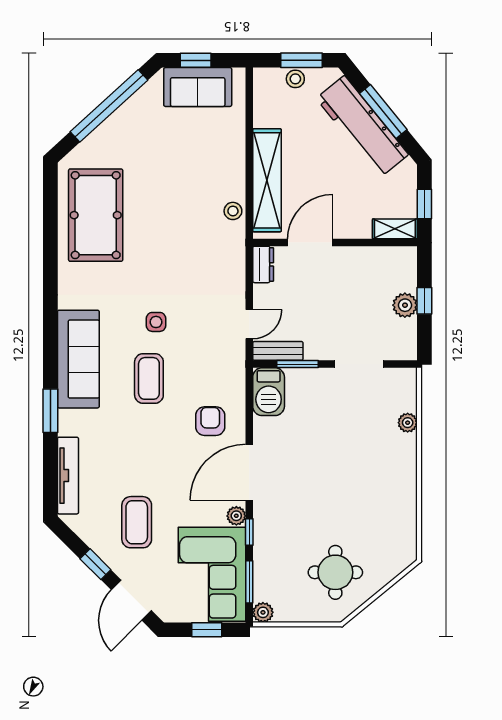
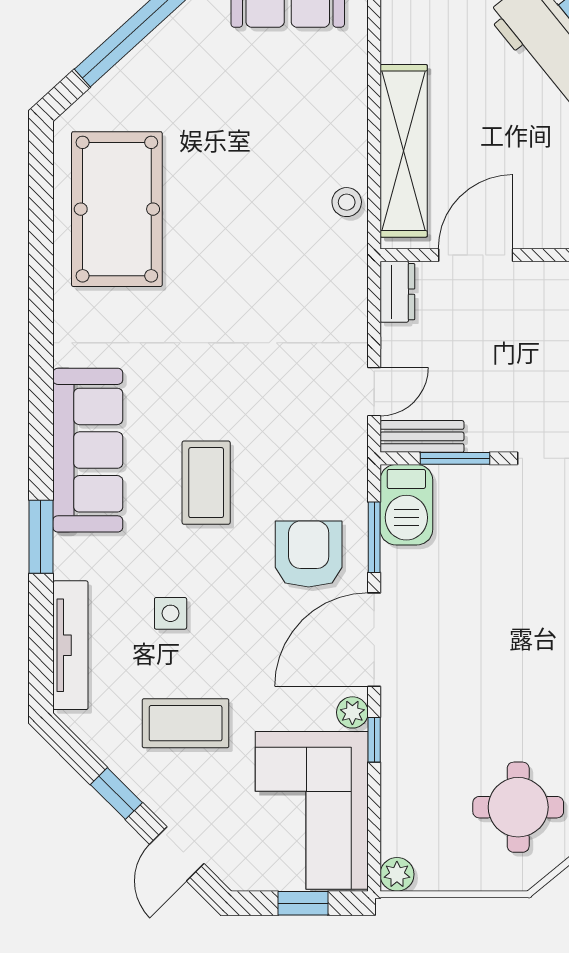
side table: (156, 322) -> (171, 613), moved
armchair: (210, 421) -> (309, 554), width x1.38, depth x1.38
coffee table: (137, 522) -> (186, 723), turned 90
window: (249, 582) -> (374, 537), moved
door: (131, 600) -> (177, 854), width x0.73

